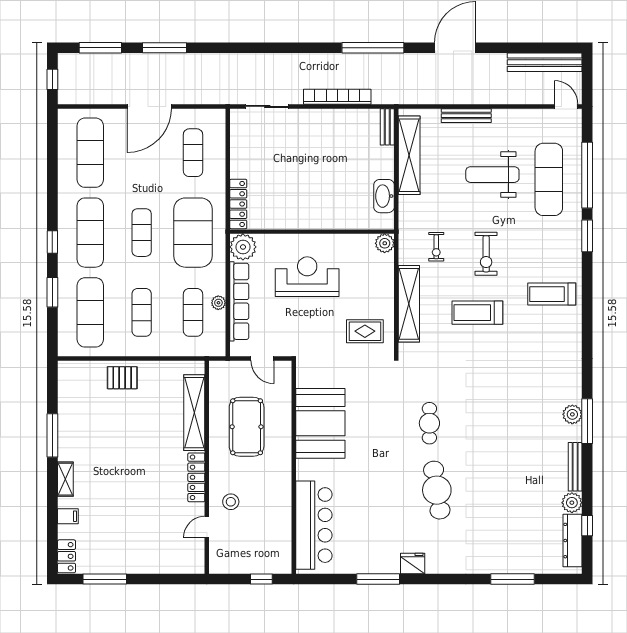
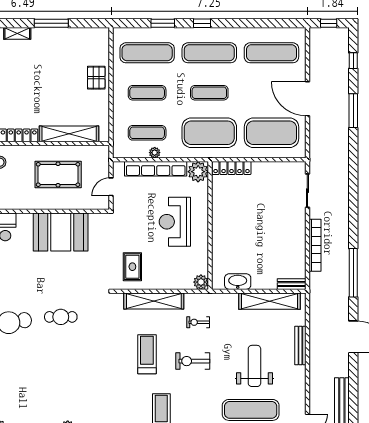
window: (100, 48) -> (353, 61), width x0.46
exercise mat: (193, 153) -> (271, 133), width x2.00, depth x1.45
reception desk: (307, 277) -> (175, 222), turned 180

